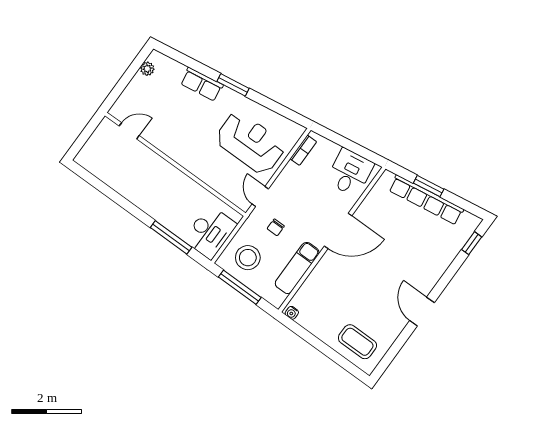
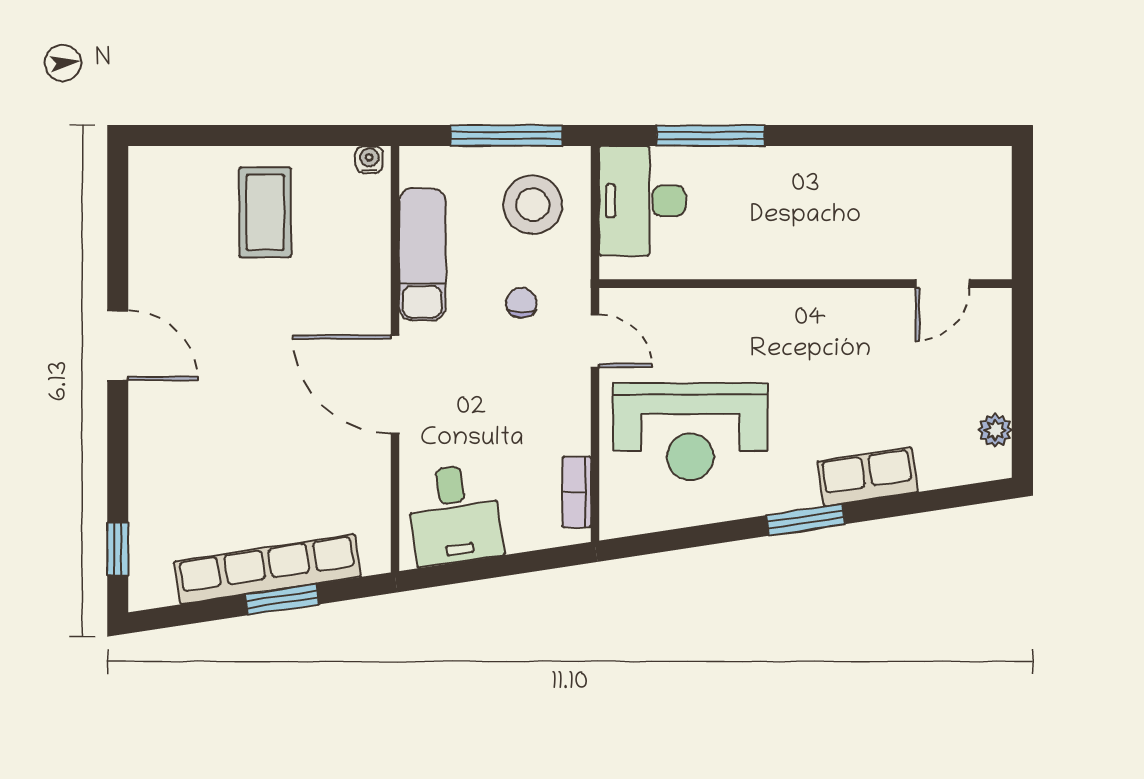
door: (338, 231) -> (395, 384), hinge flipped
coffee table: (357, 342) -> (265, 212), moved, turned 90

